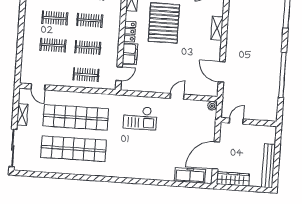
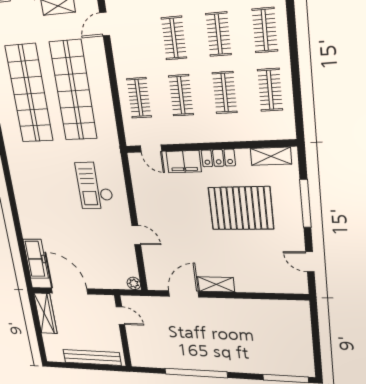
shelving: (217, 28) -> (216, 284), moved
bench: (268, 166) -> (92, 357), moved

